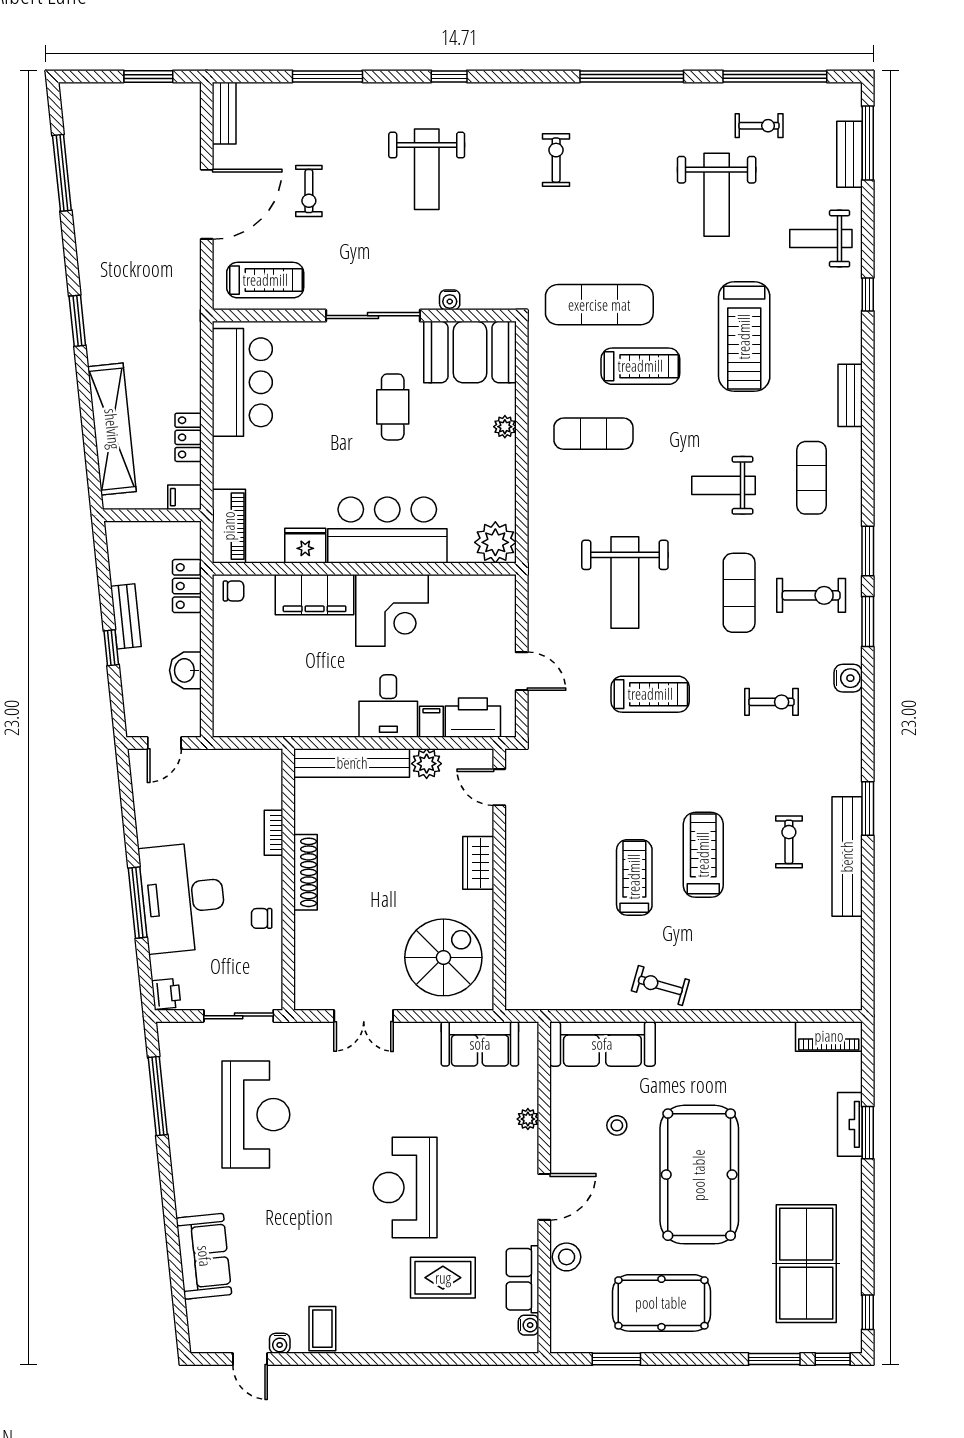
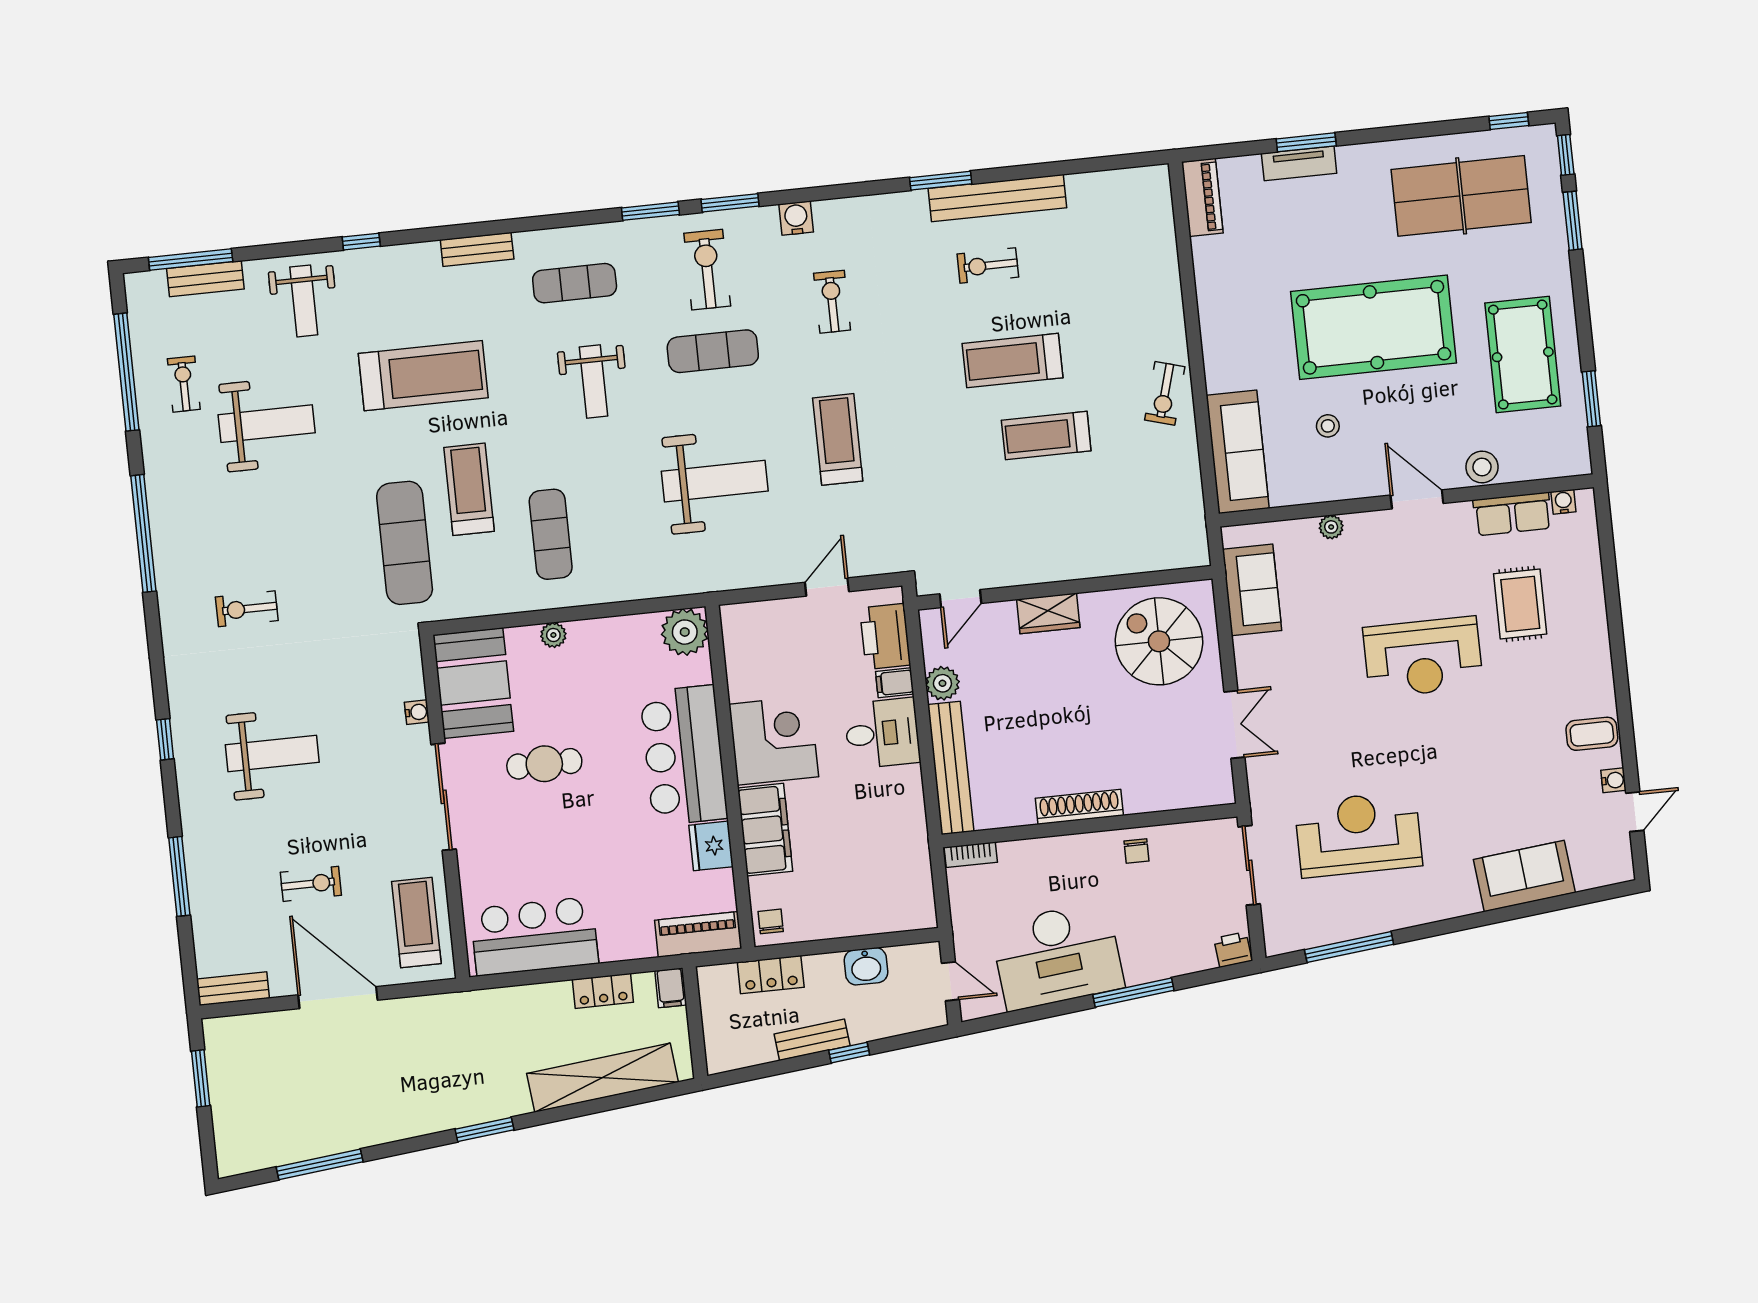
bookcase: (274, 833) -> (971, 855), moved
desk: (183, 897) -> (1057, 956), moved

